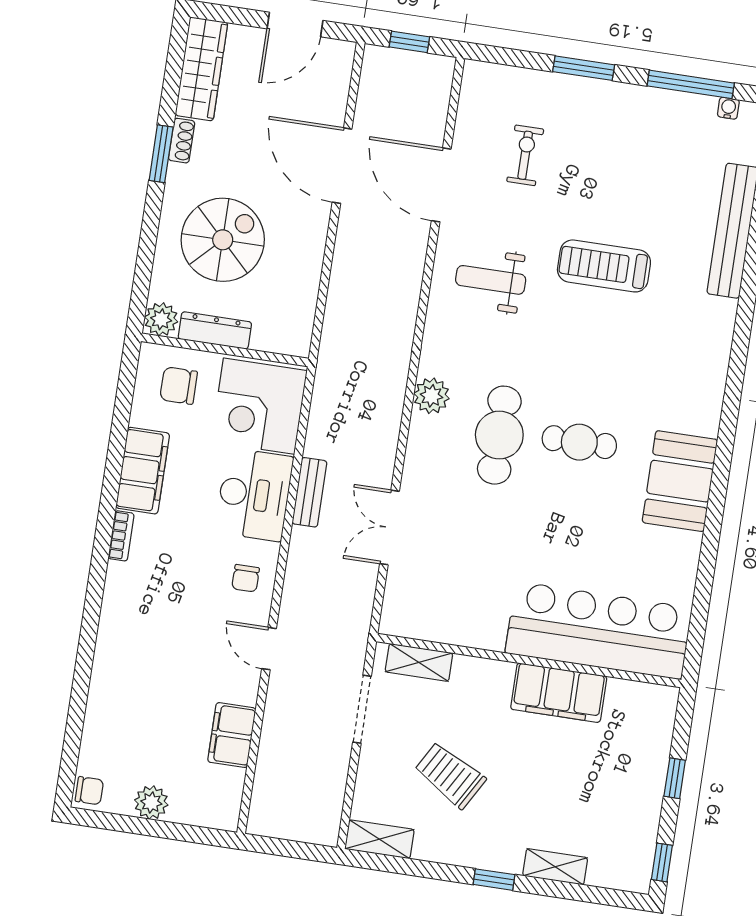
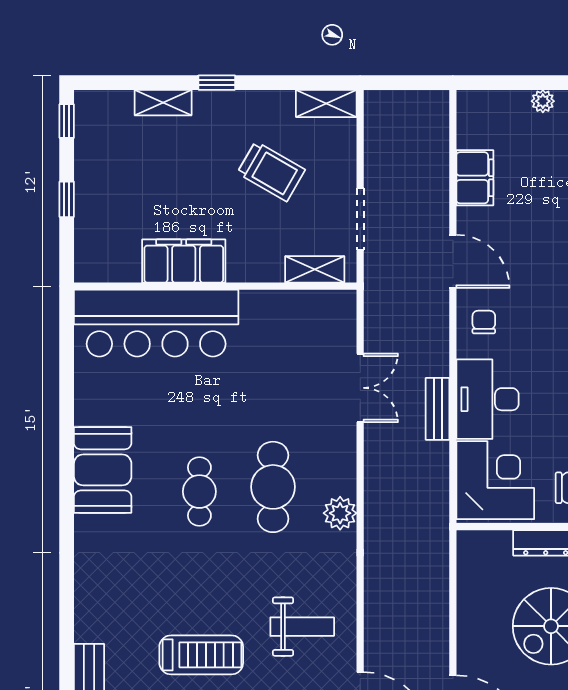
cafe table: (579, 442) -> (199, 492), turned 90
door: (269, 649) -> (453, 261), width x1.38
plant: (151, 803) -> (543, 101), width x0.73, depth x0.73

